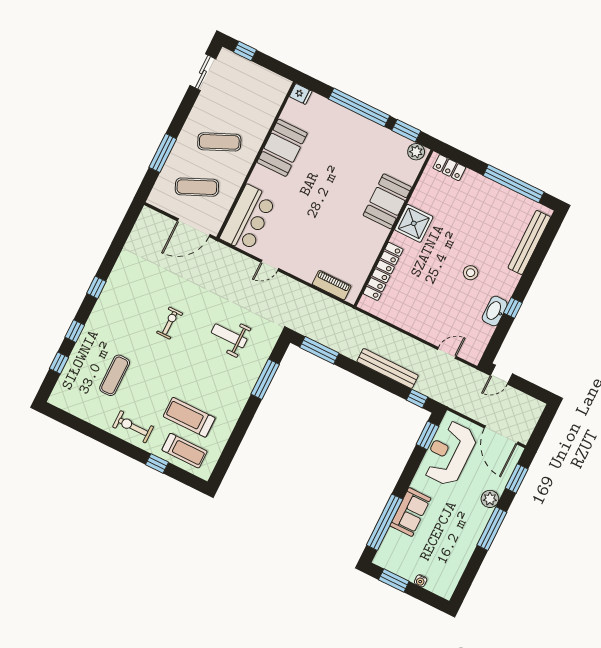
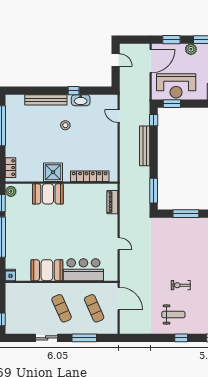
sliding door: (203, 72) -> (47, 338), moved
bar counter: (248, 218) -> (83, 270), moved
bench: (529, 243) -> (46, 100), moved
weight bench: (229, 336) -> (173, 315), moved, turned -90
door: (501, 375) -> (116, 60), moved

